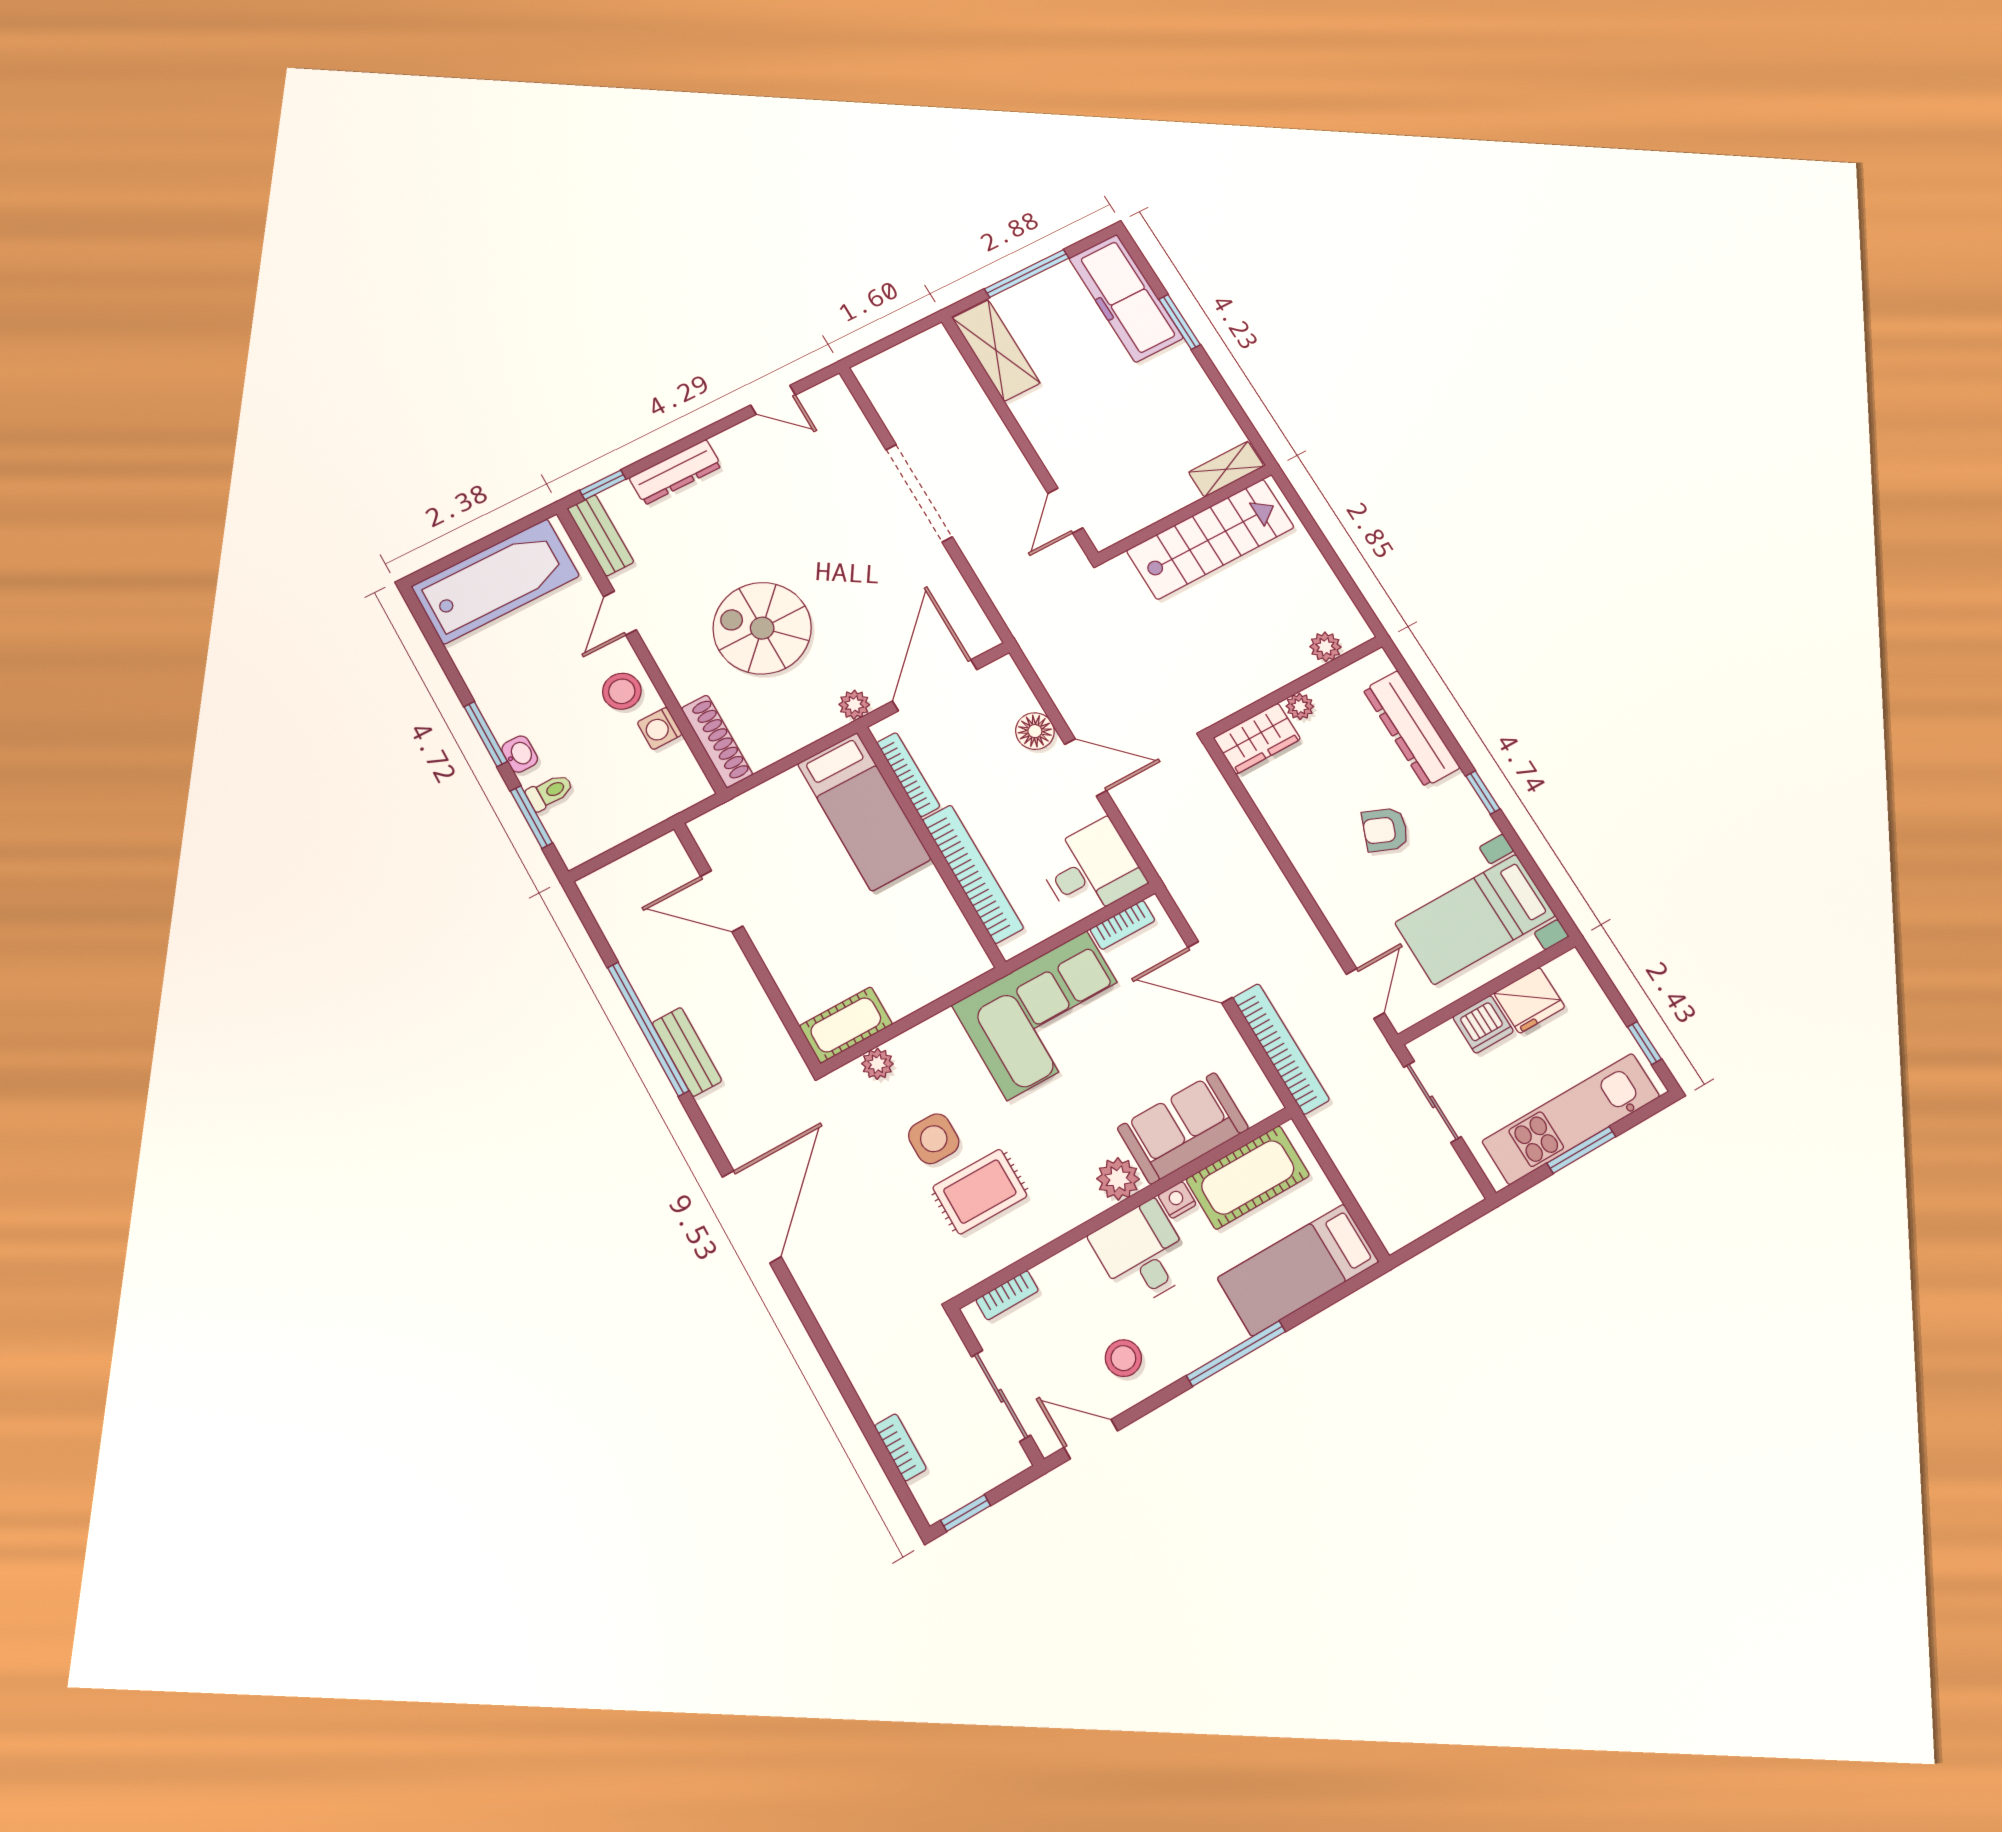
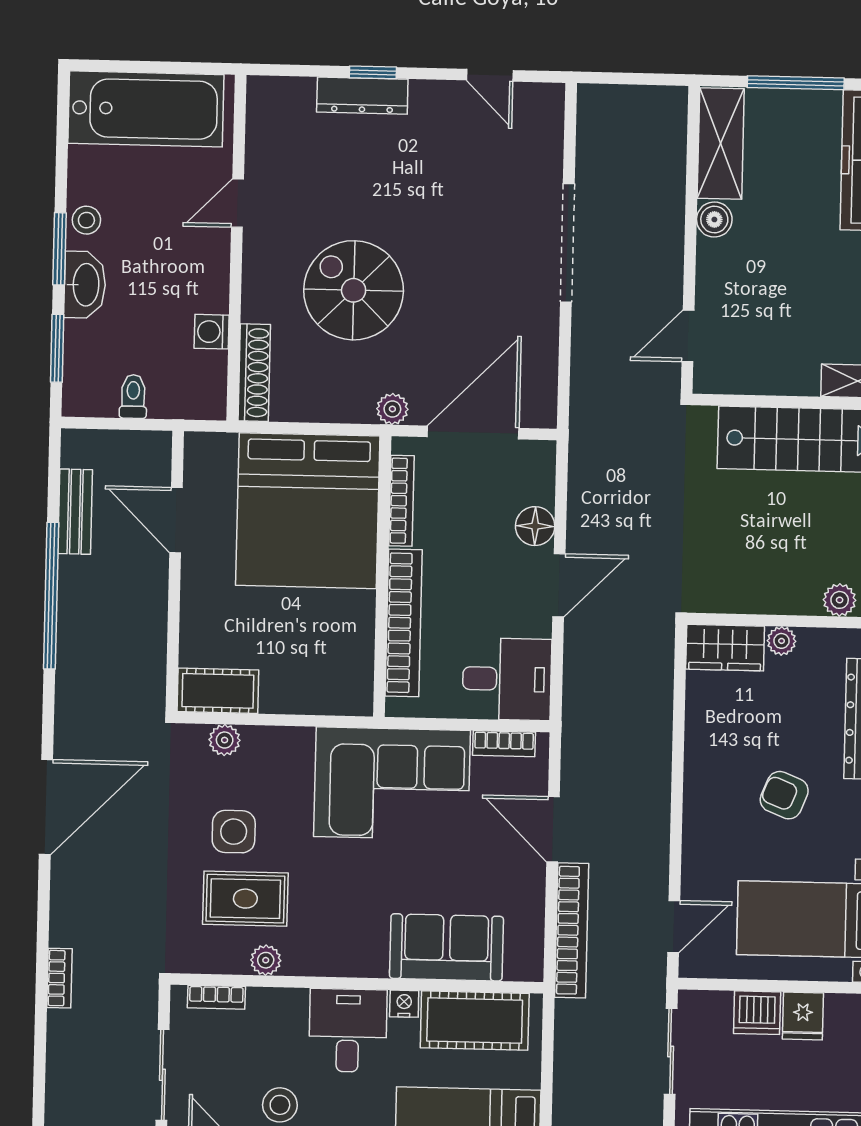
boiler: (1028, 410) -> (714, 220), added
window: (603, 485) -> (373, 72), moved
bench: (601, 535) -> (262, 118), removed
stool: (622, 691) -> (86, 220), moved, width x0.73, depth x0.73
washbasin: (520, 754) -> (85, 285), width x1.91, depth x1.45
door: (1086, 767) -> (559, 585), hinge flipped
toilet: (550, 792) -> (133, 396), moved, turned -90
bed: (864, 811) -> (308, 511), width x2.04
fridge: (1529, 1000) -> (803, 1016), width x0.72
bench: (687, 1052) -> (75, 512), moved
plant: (1118, 1179) -> (266, 960), moved, width x0.73, depth x0.73
bookcase: (900, 1447) -> (59, 978), moved

